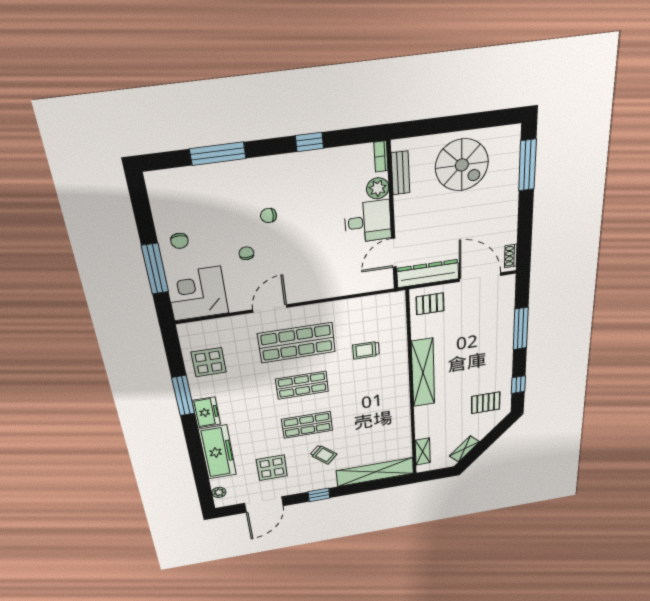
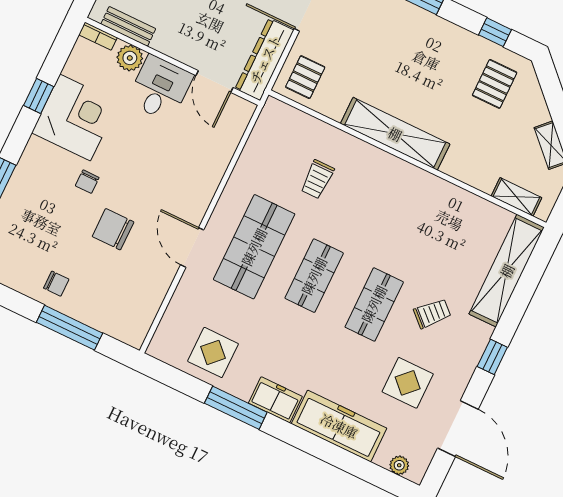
chair: (246, 253) -> (113, 229), width x1.87, depth x1.87
corner desk: (197, 294) -> (75, 117), moved, turned 180

